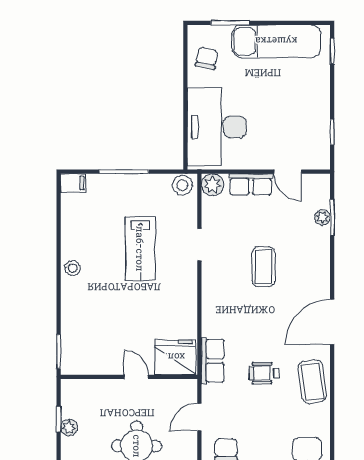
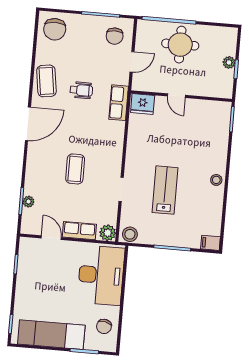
fridge: (175, 357) -> (143, 104), width x0.73, depth x0.75

